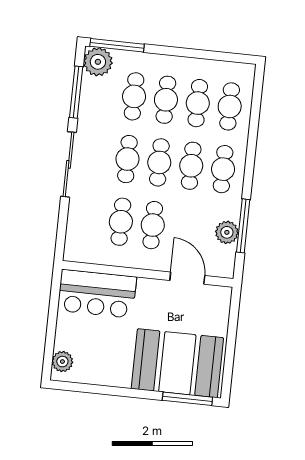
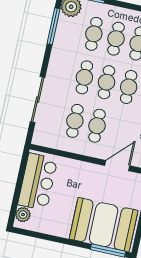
sliding door: (69, 164) -> (38, 100), moved
door: (187, 278) -> (117, 166), hinge flipped
bar counter: (97, 294) -> (38, 182), moved, turned -90

